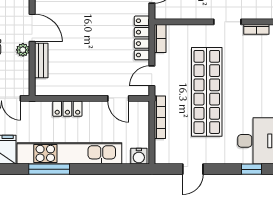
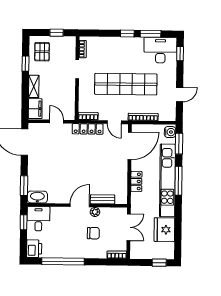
door: (118, 98) -> (130, 146), width x1.88
window: (49, 169) -> (179, 181), moved
window: (122, 169) -> (179, 144), added
door: (193, 169) -> (180, 94), hinge flipped

